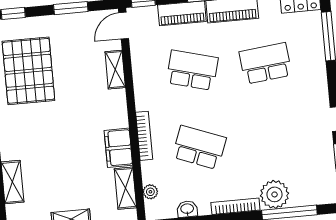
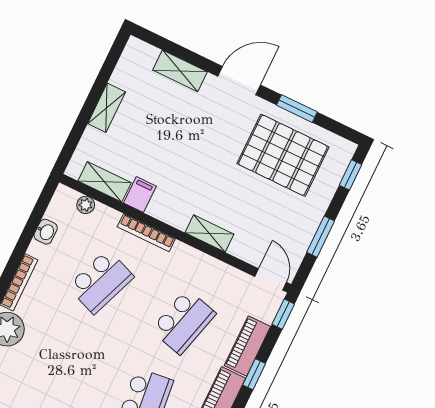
shelving: (115, 70) -> (209, 233), moved
filing cabinet: (118, 148) -> (140, 195), width x0.50

